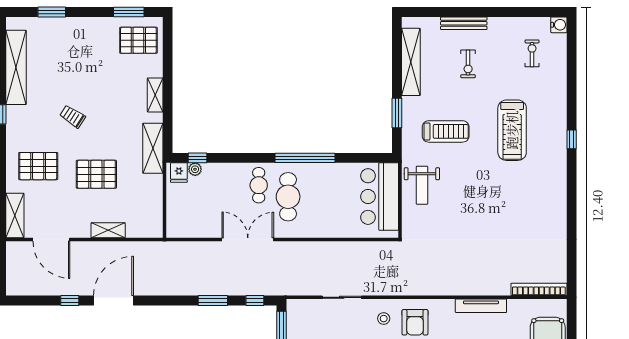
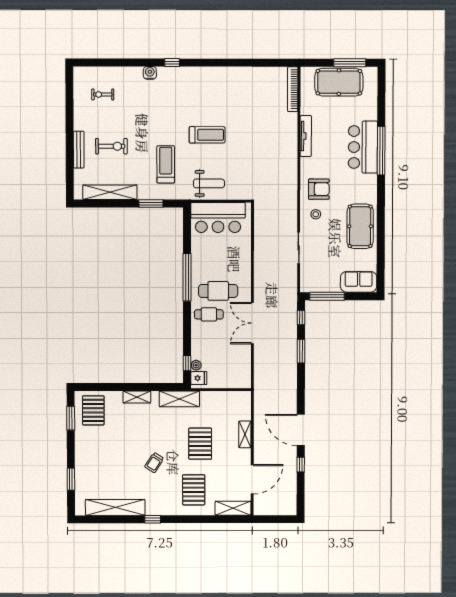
water cooler: (559, 25) -> (150, 73), moved
exercise bike: (468, 64) -> (111, 146), width x1.38, depth x1.39
treadmill: (512, 130) -> (207, 135), moved, width x0.73, depth x0.73

